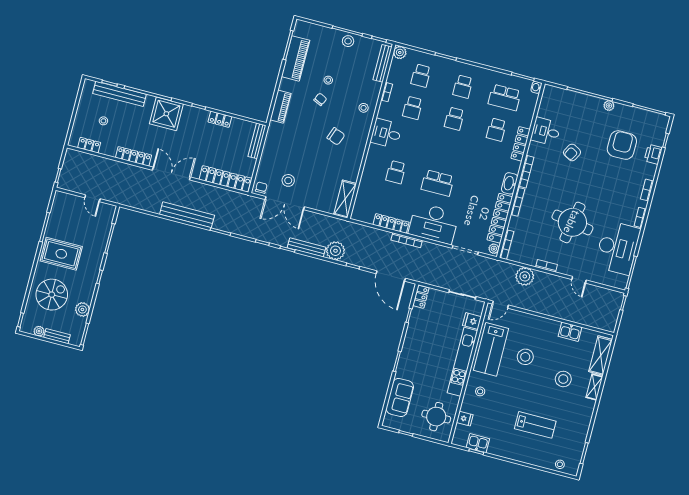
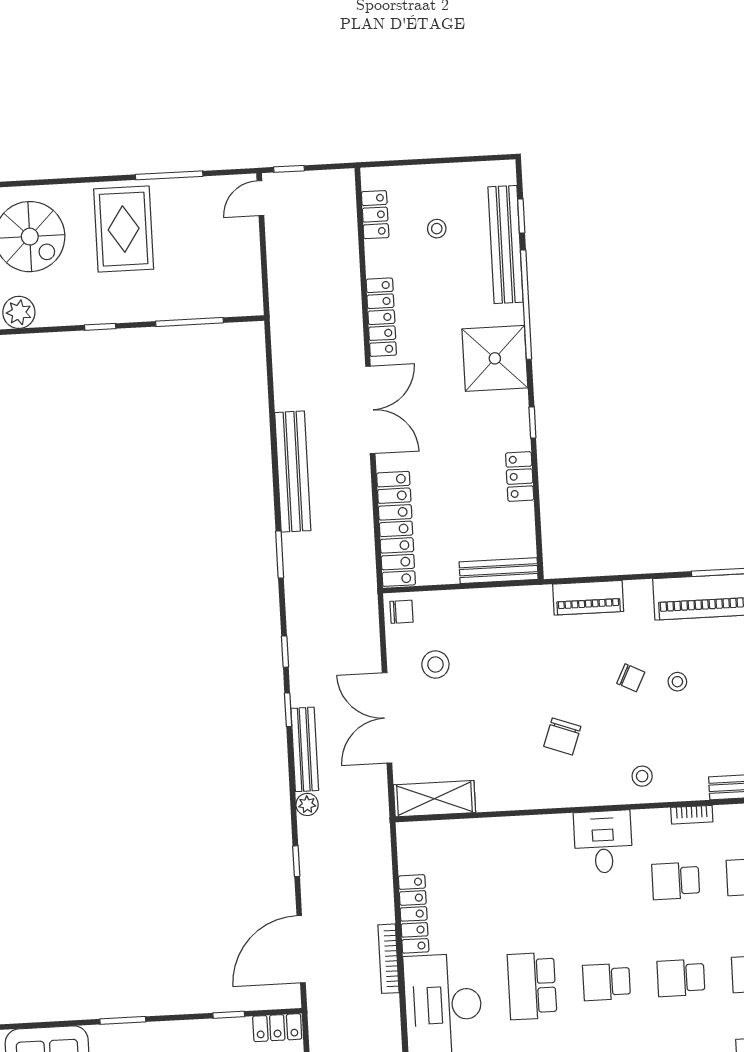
school desk: (396, 172) -> (606, 982), moved
door: (92, 198) -> (260, 198), moved
double door: (285, 203) -> (387, 718), moved
plant: (335, 251) -> (307, 804), width x0.53, depth x0.53

